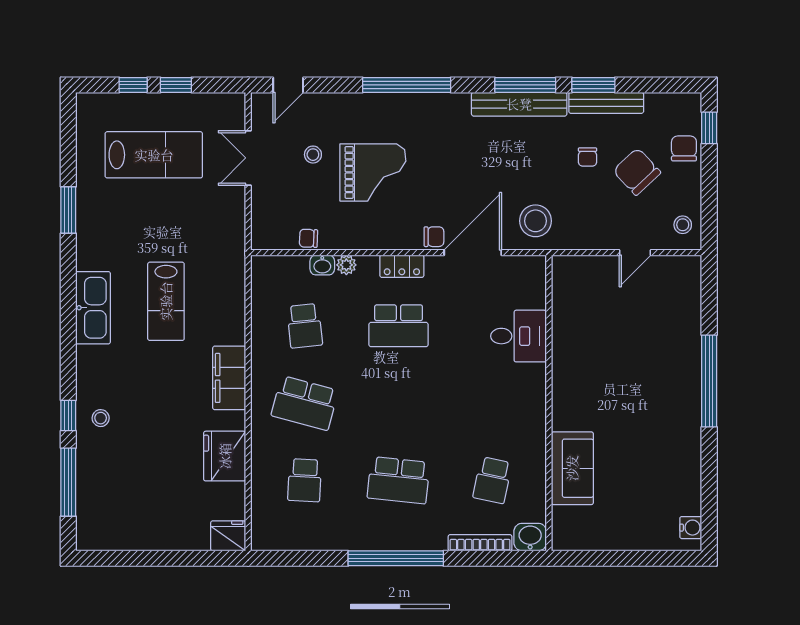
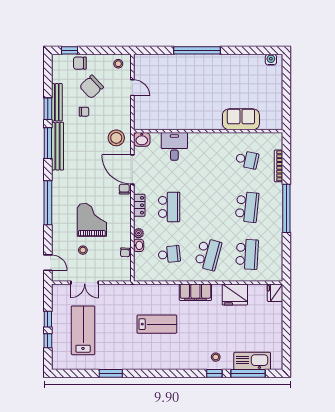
kitchen sink: (93, 308) -> (252, 361), moved
school desk: (305, 480) -> (247, 254), width x1.85
washbasin: (530, 537) -> (142, 139), moved, turned -90

